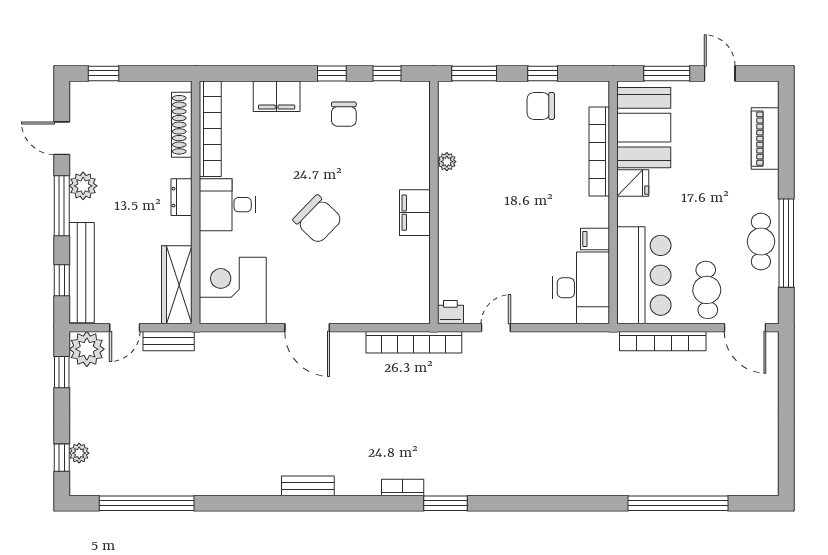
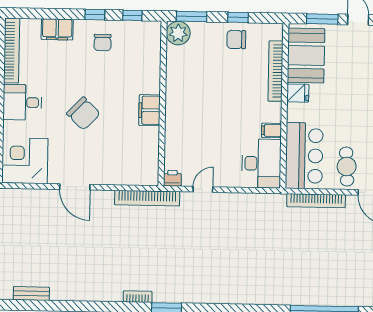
plant: (447, 162) -> (178, 33), moved, width x1.88, depth x1.88
bench: (308, 486) -> (31, 293), moved

